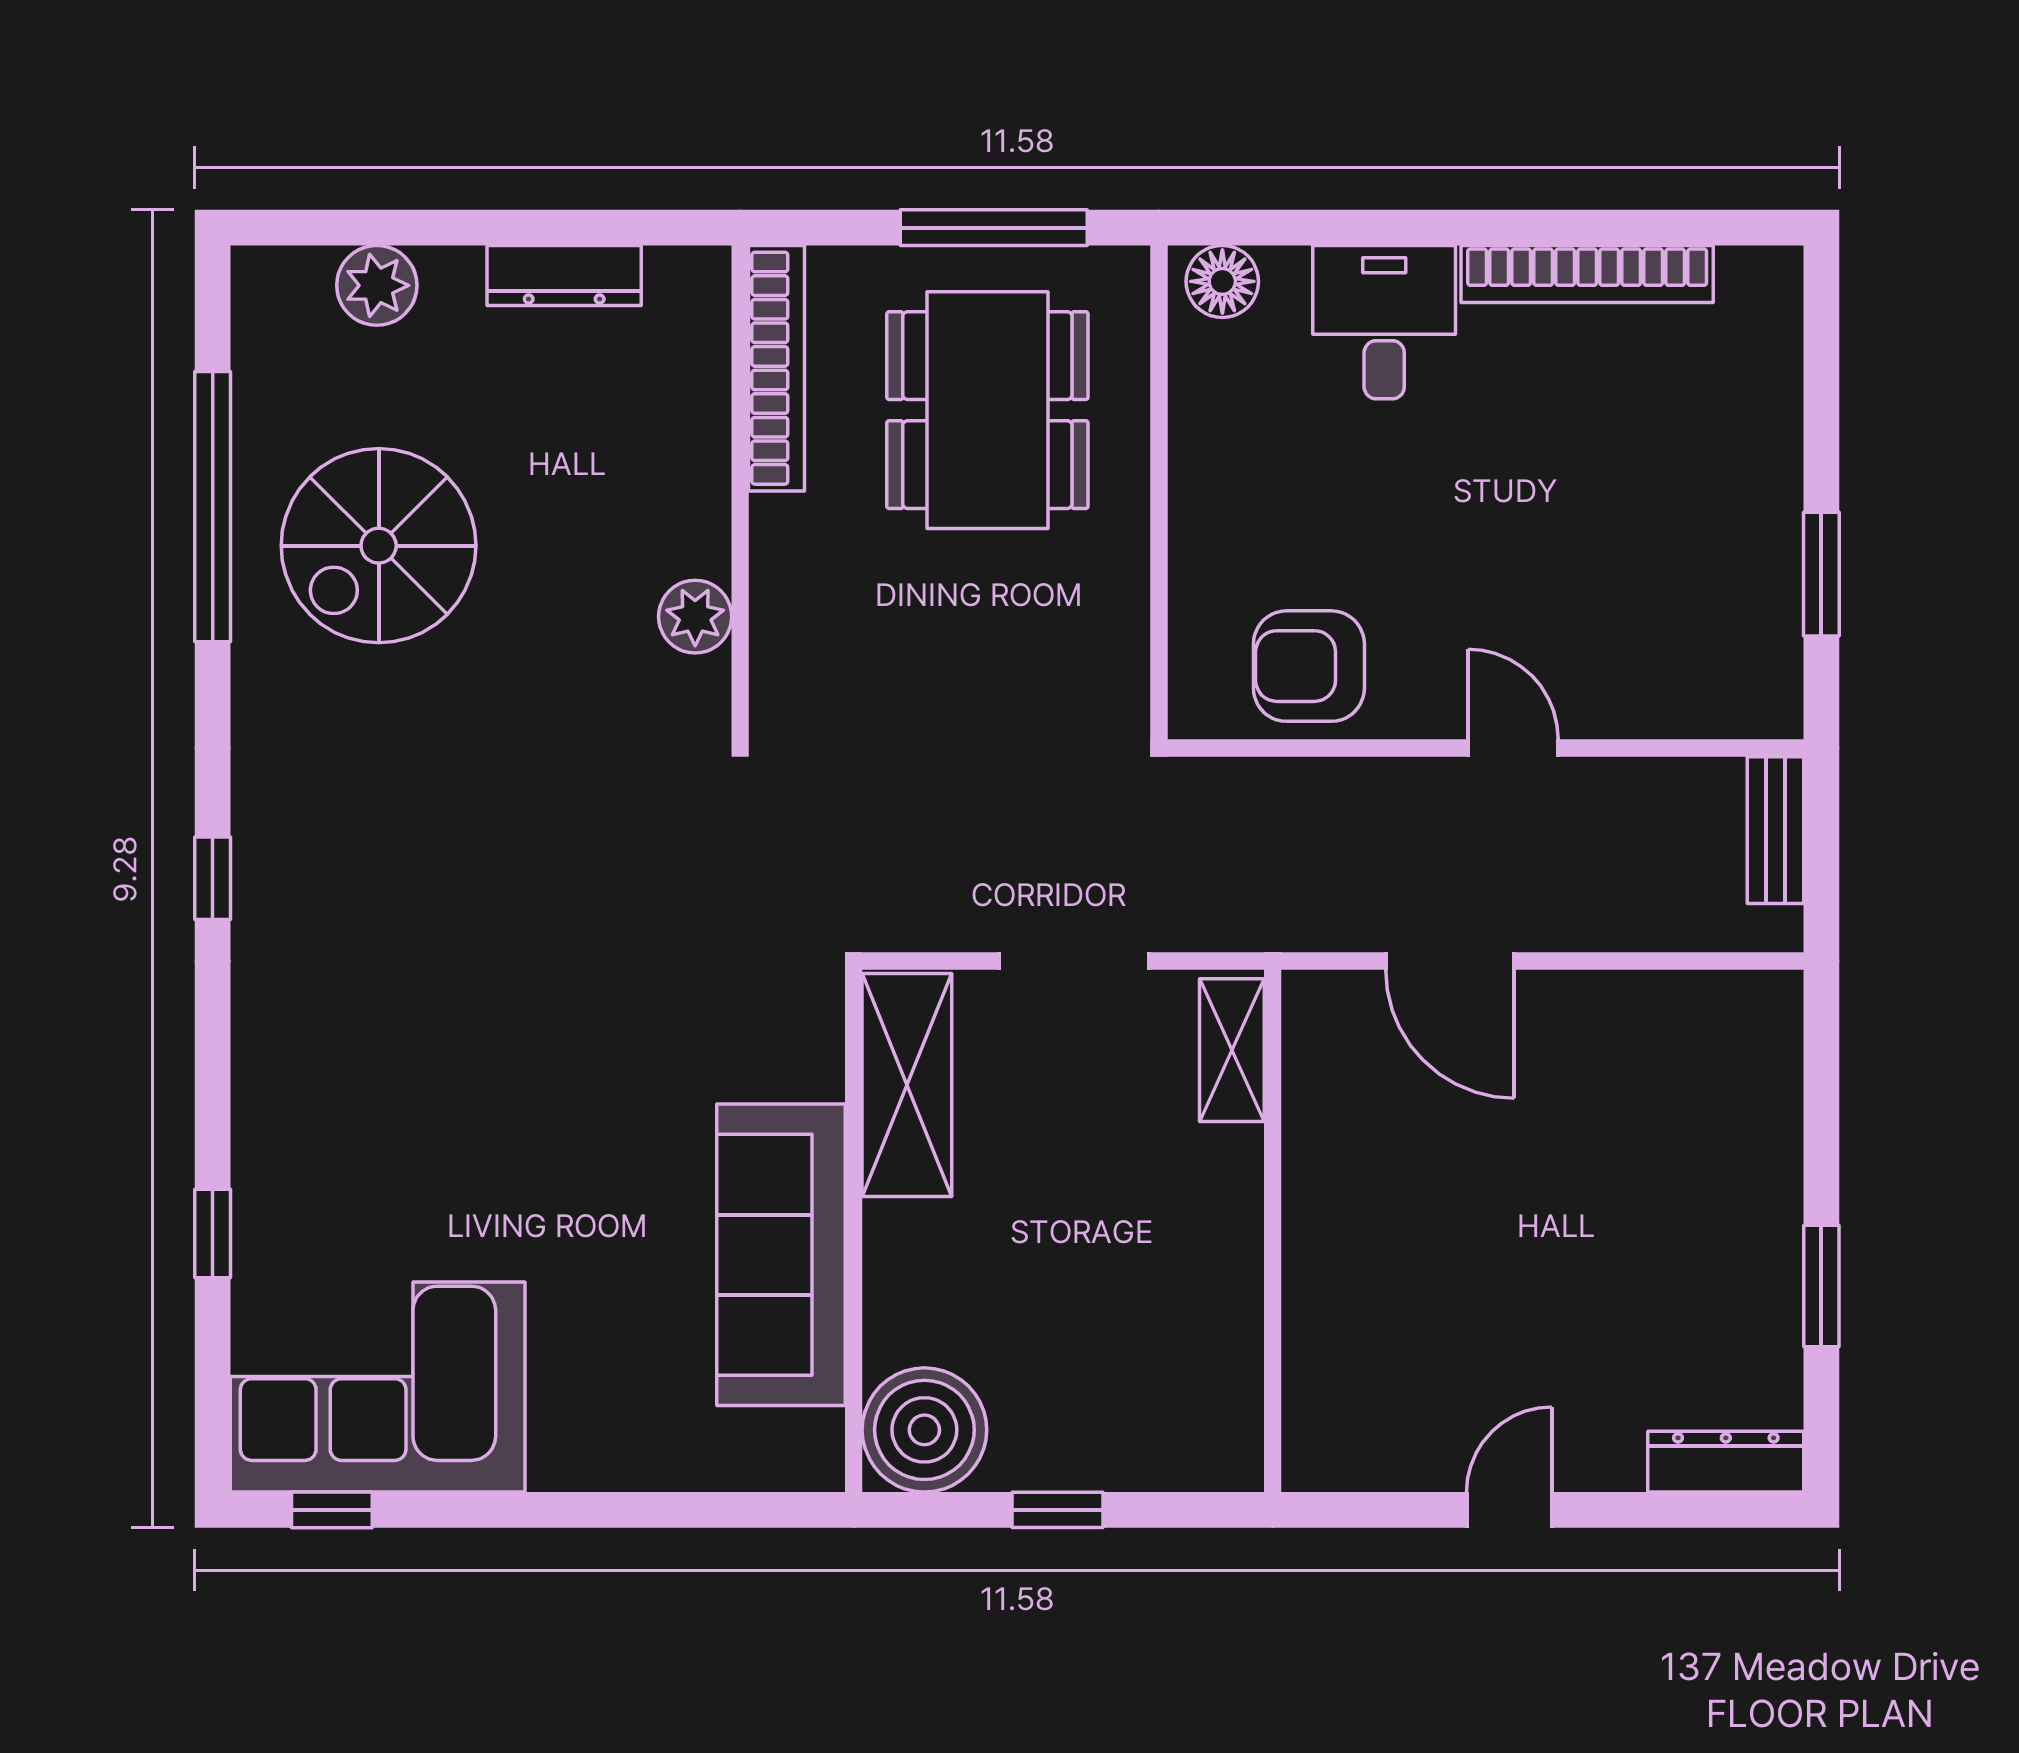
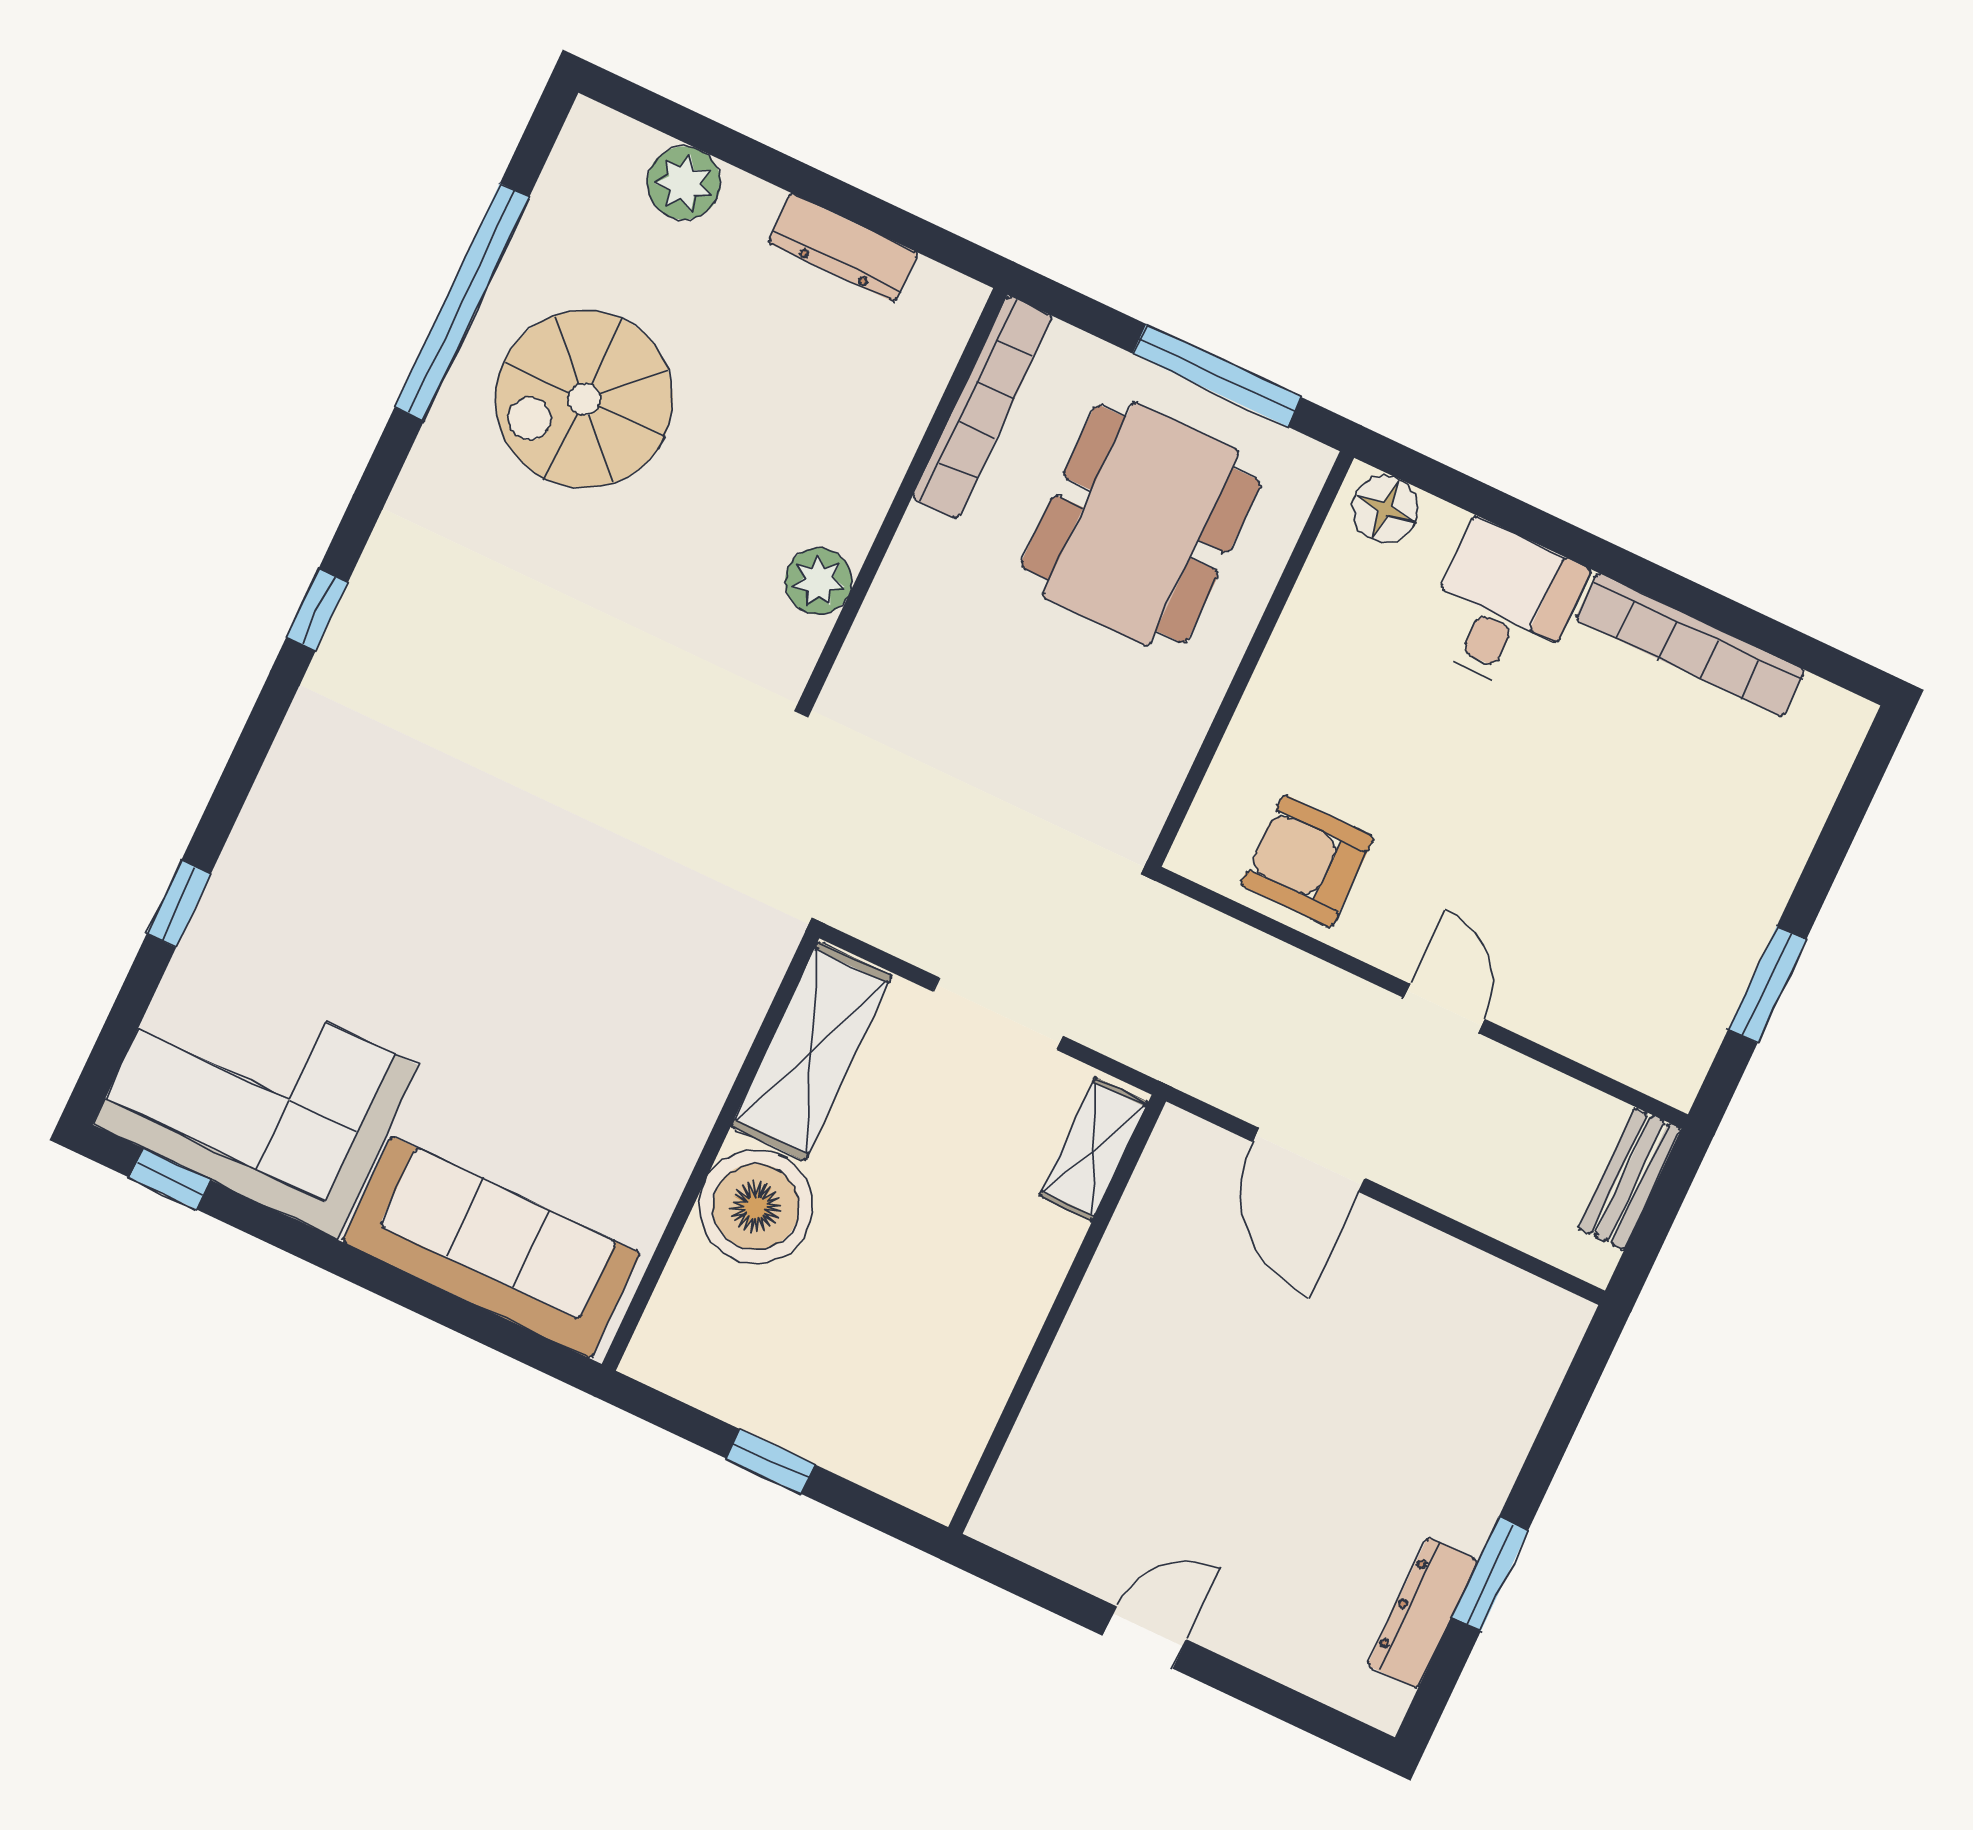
sofa: (781, 1255) -> (491, 1247), moved, turned 90
boiler: (924, 1430) -> (756, 1207), moved
dresser: (1726, 1462) -> (1423, 1613), moved, turned -90

